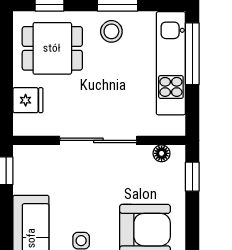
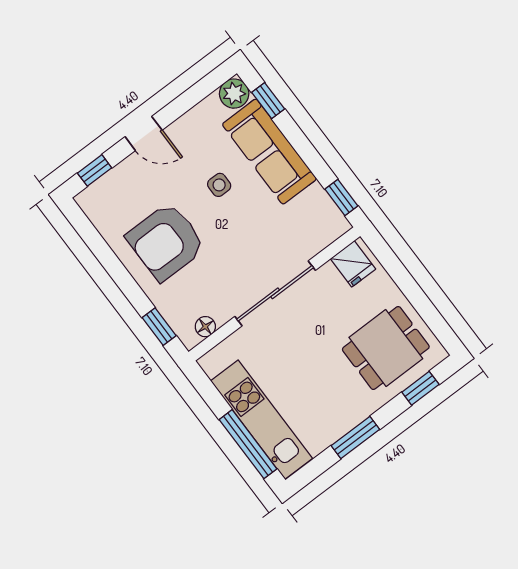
stool: (111, 31) -> (341, 407), removed
fridge: (28, 100) -> (353, 264), moved, turned -90

